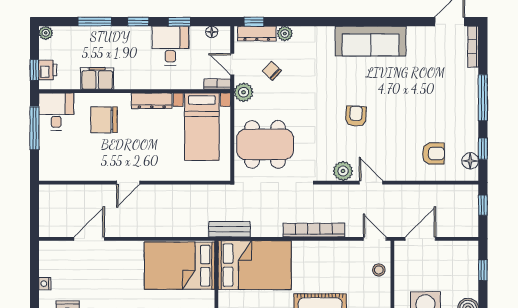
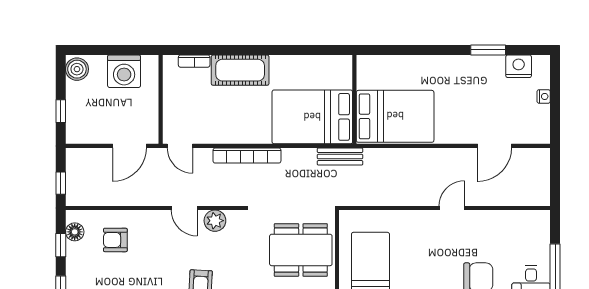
stool: (379, 270) -> (175, 112), removed

